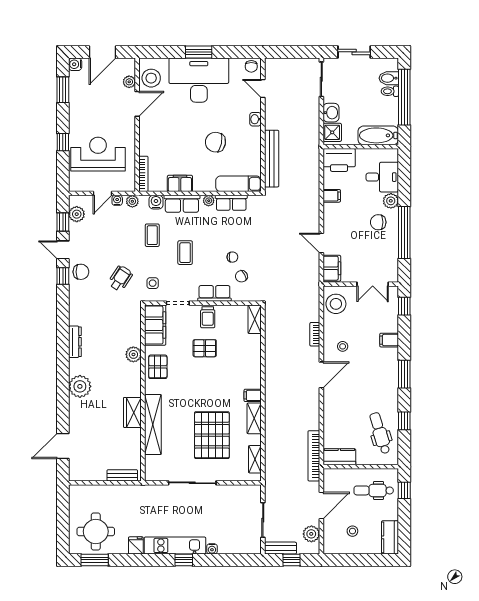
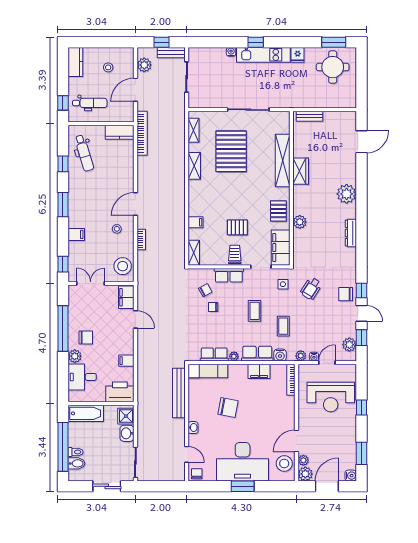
plant: (127, 66) -> (305, 474), added
filing cabinet: (253, 395) -> (196, 222), moved

